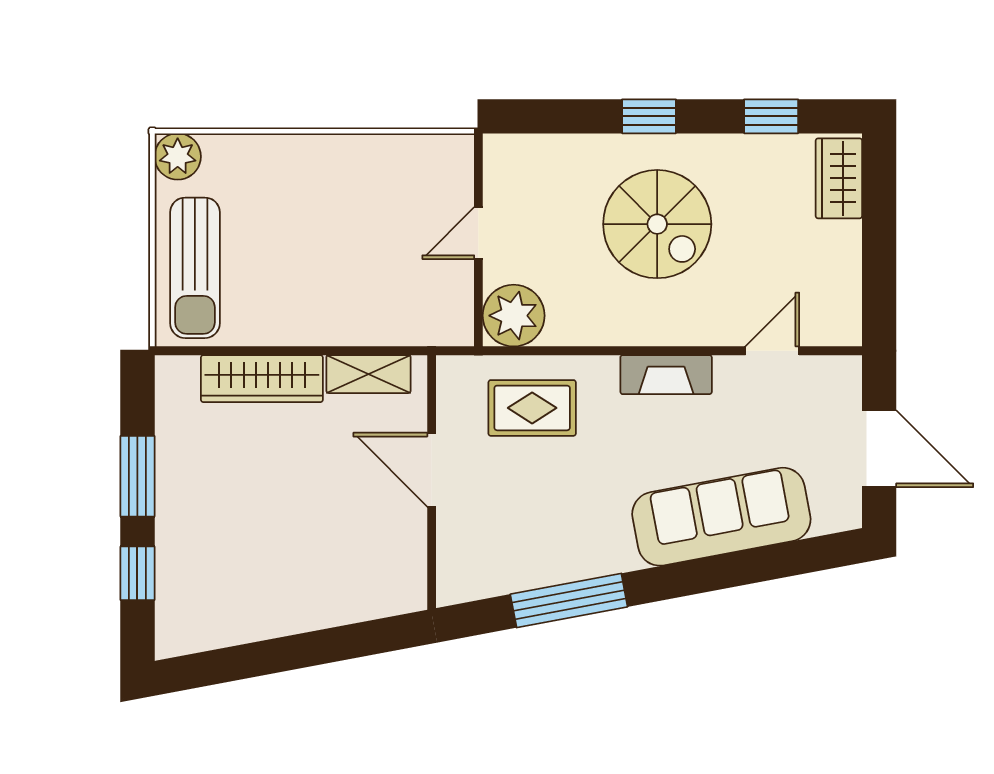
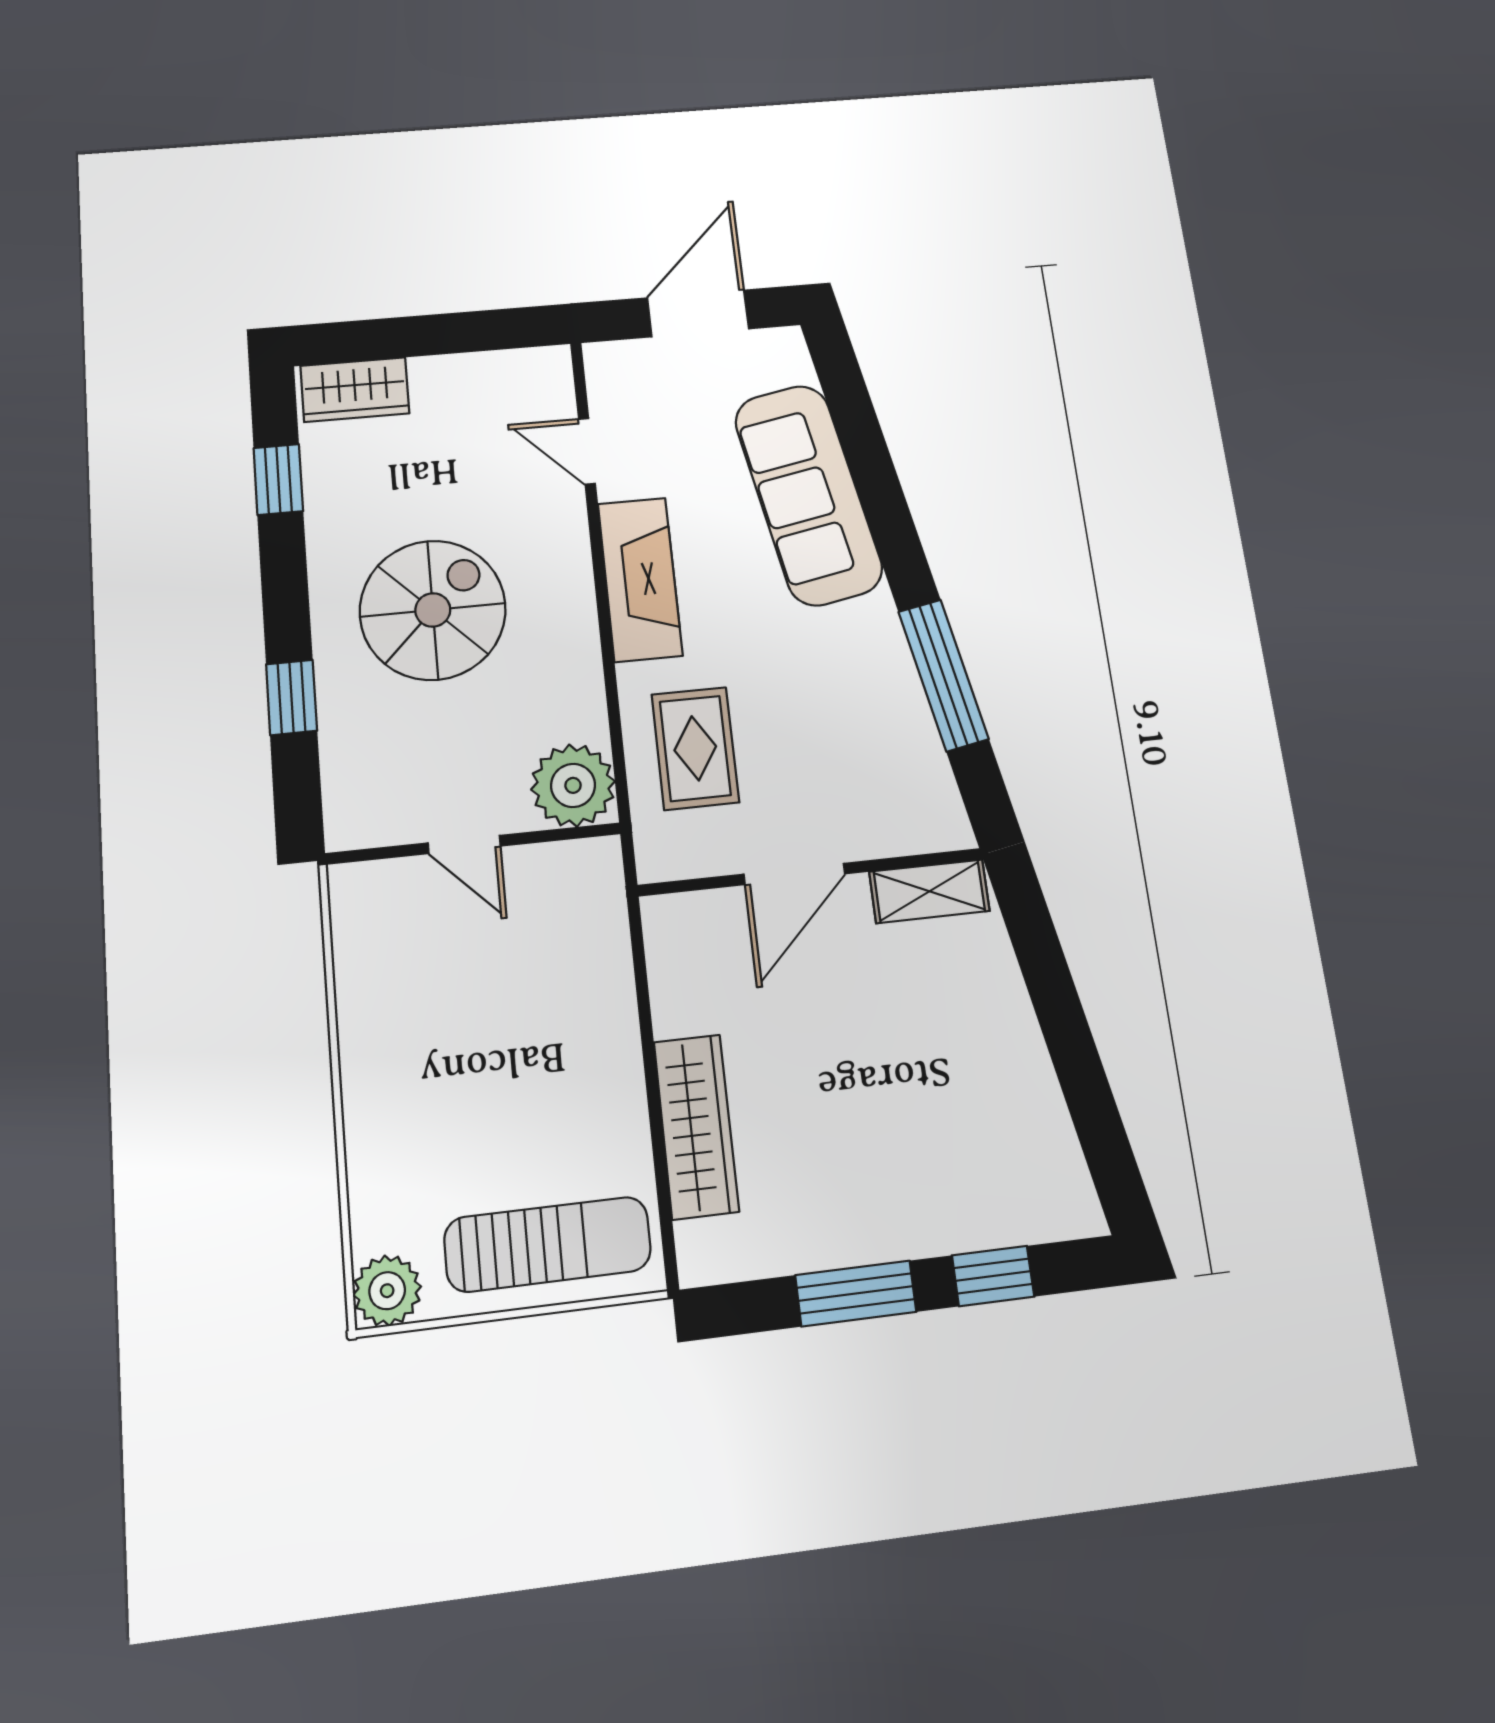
window: (649, 116) -> (291, 697), moved
shelving: (369, 374) -> (929, 891), moved, turned 90
fireplace: (666, 375) -> (640, 579), width x1.37, depth x1.32

